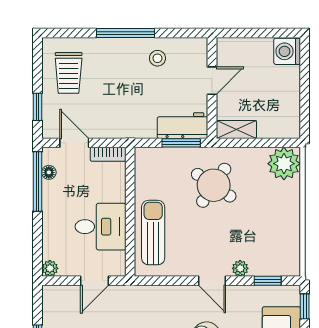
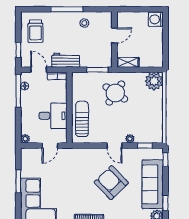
workbench: (182, 126) -> (66, 60), moved

